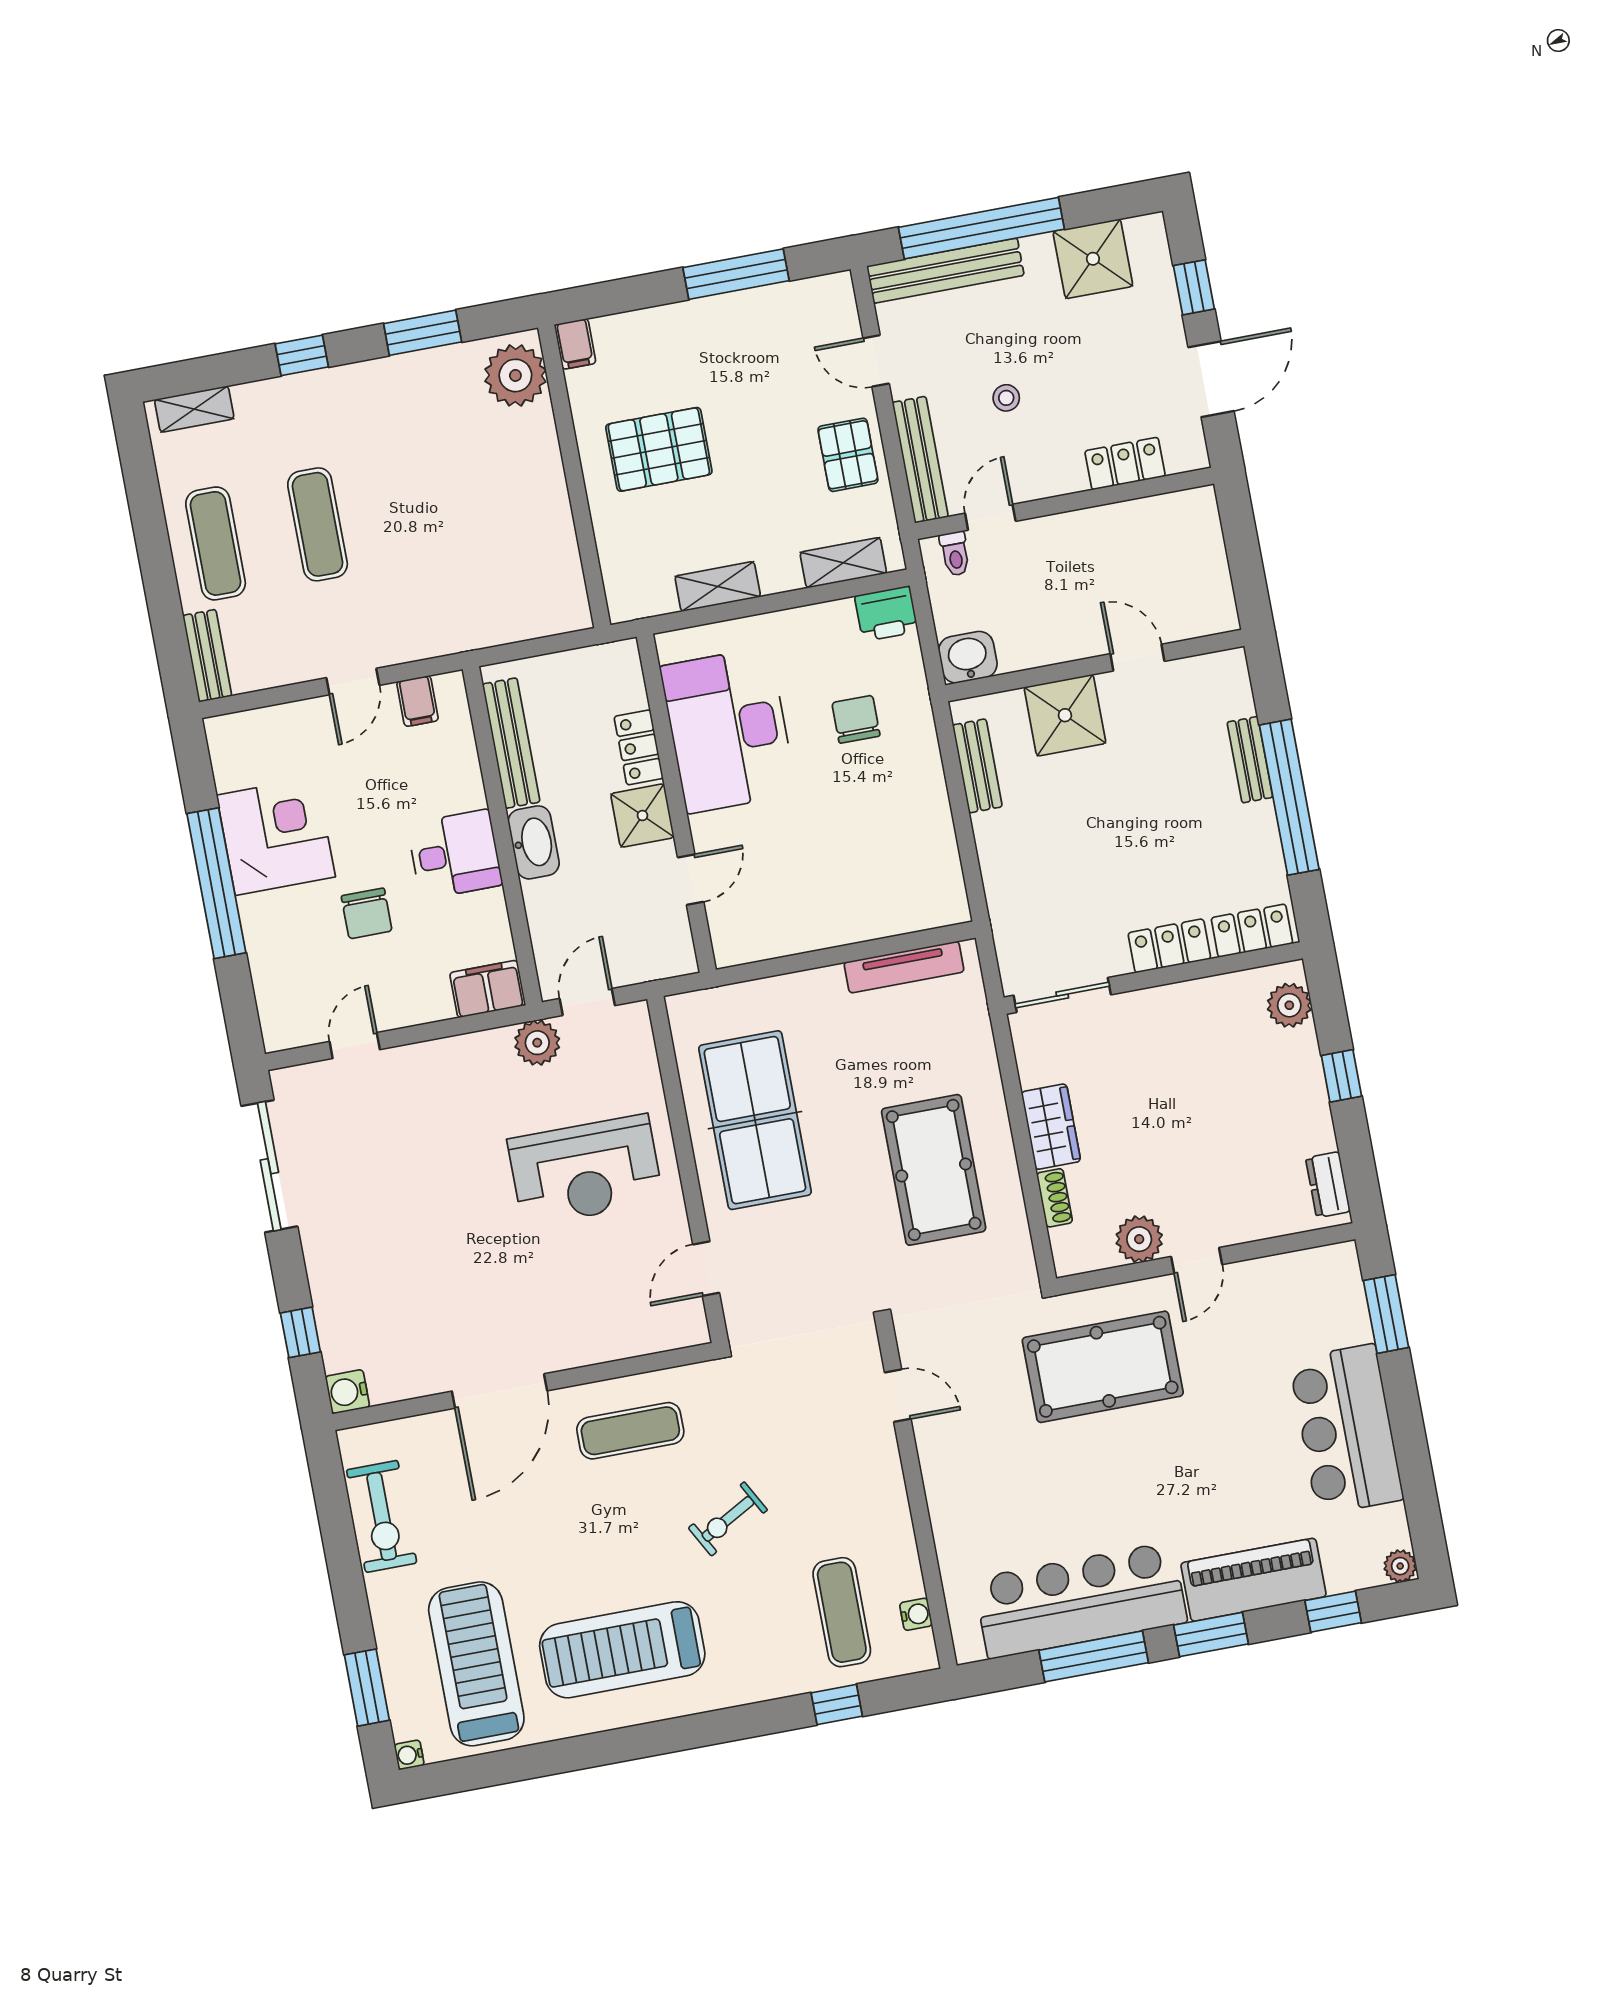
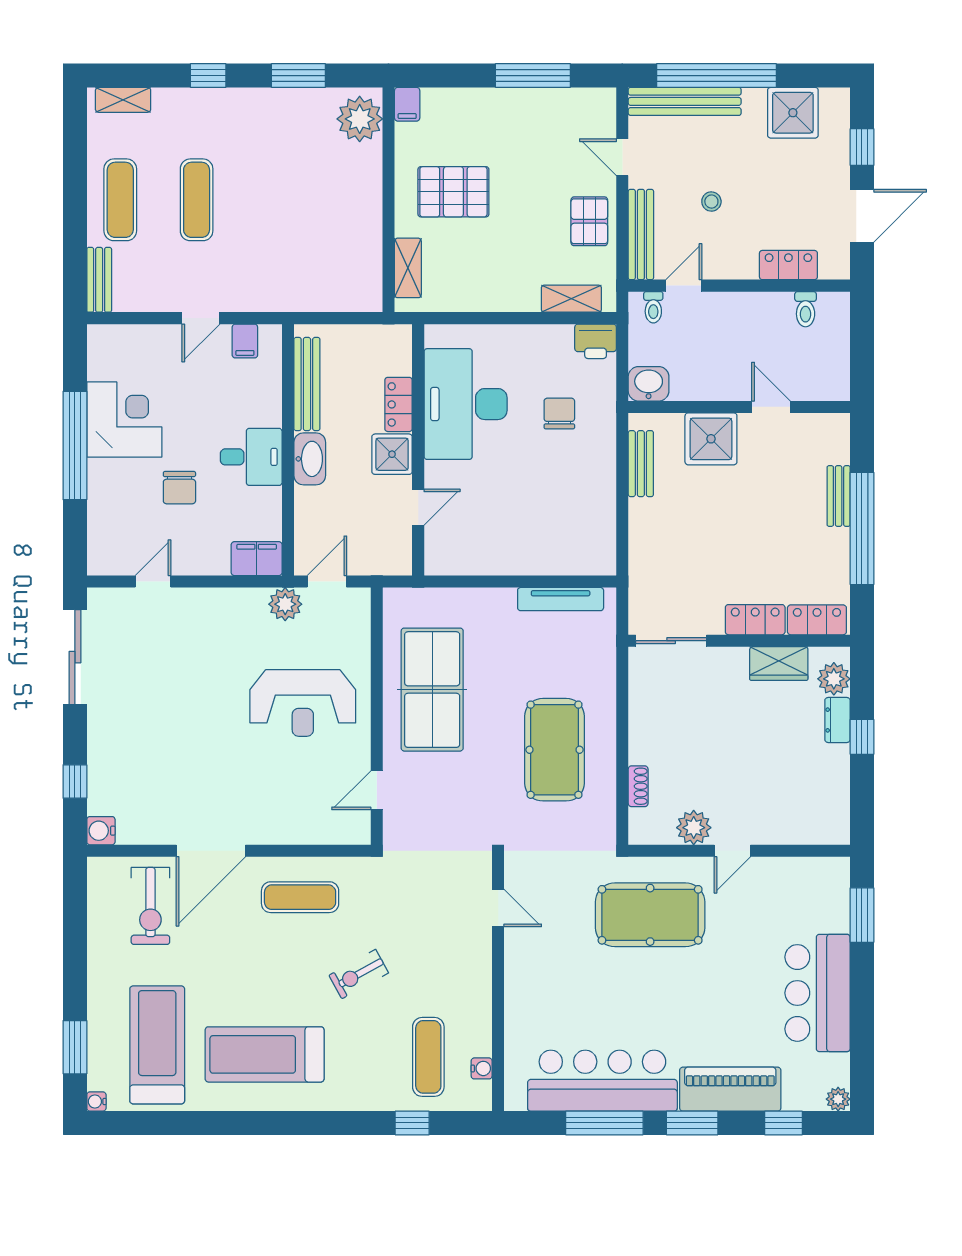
toilet: (1159, 518) -> (806, 309), added
shelving: (718, 587) -> (408, 268), moved, turned 90
wardrobe: (1051, 1127) -> (779, 664), moved, turned 90
dresser: (1328, 1185) -> (837, 720), moved
exercise bike: (382, 1516) -> (150, 906), moved

